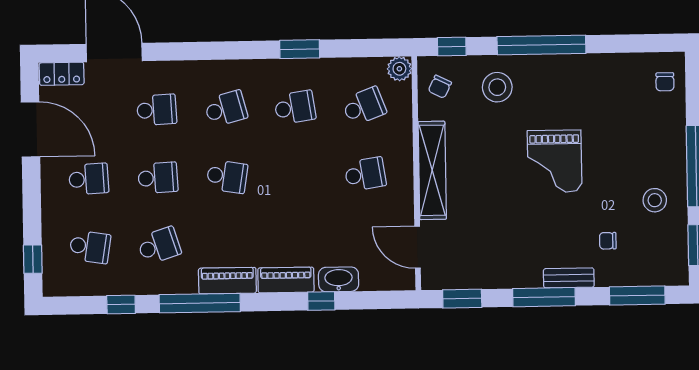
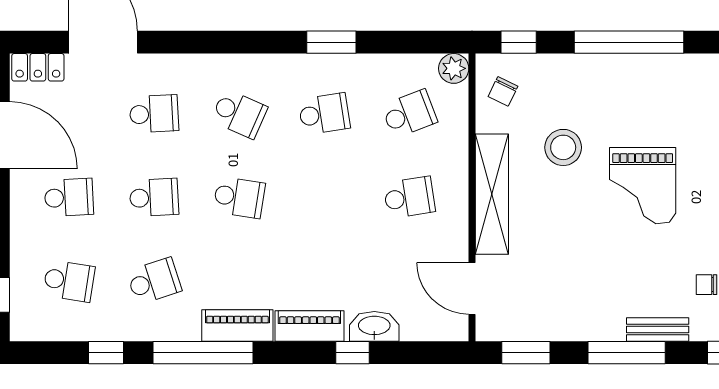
stool: (497, 87) -> (563, 147), moved
school desk: (226, 109) -> (239, 114), turned 39

